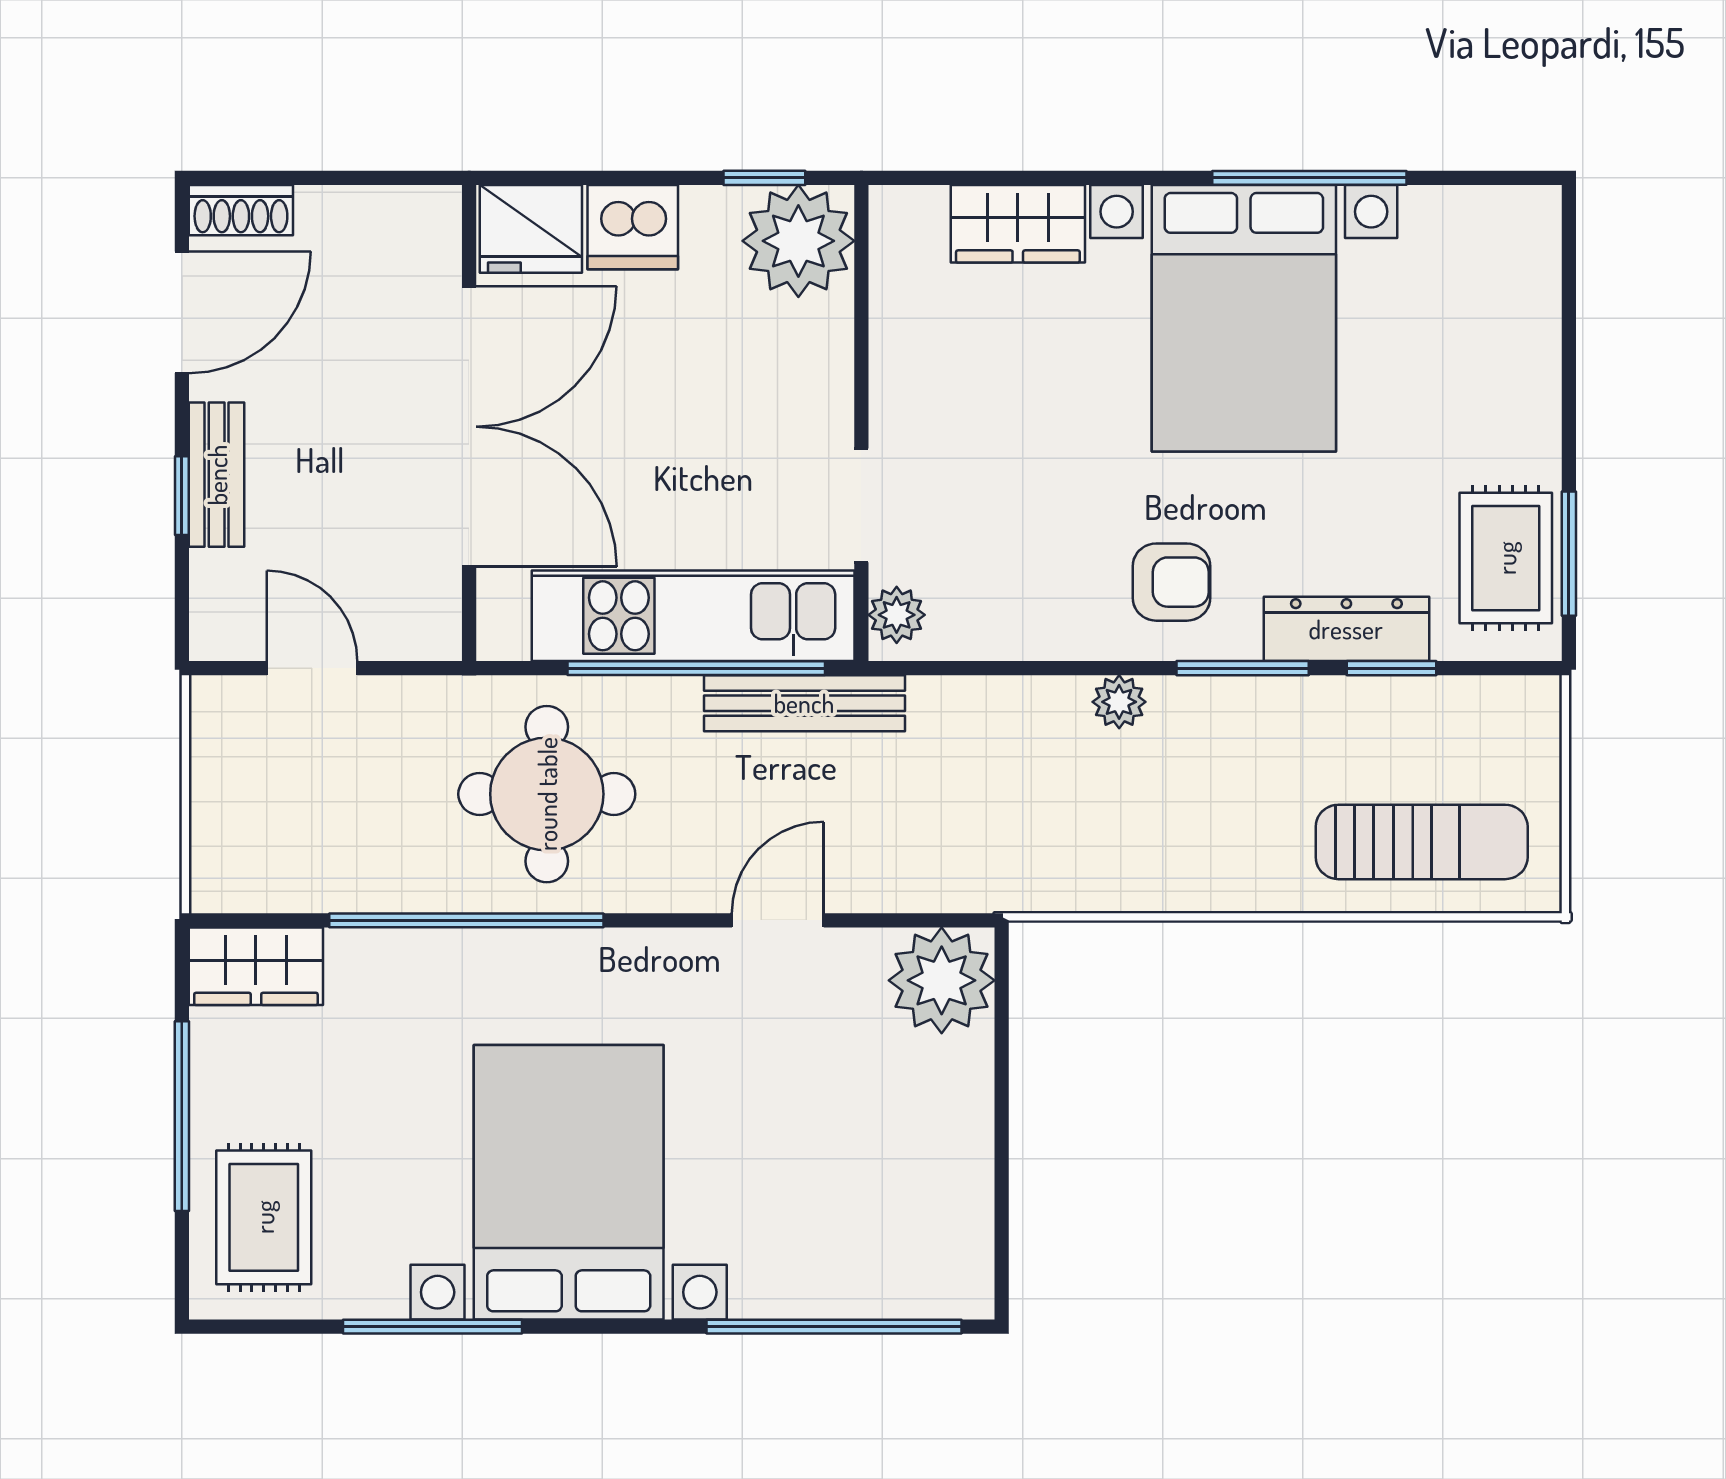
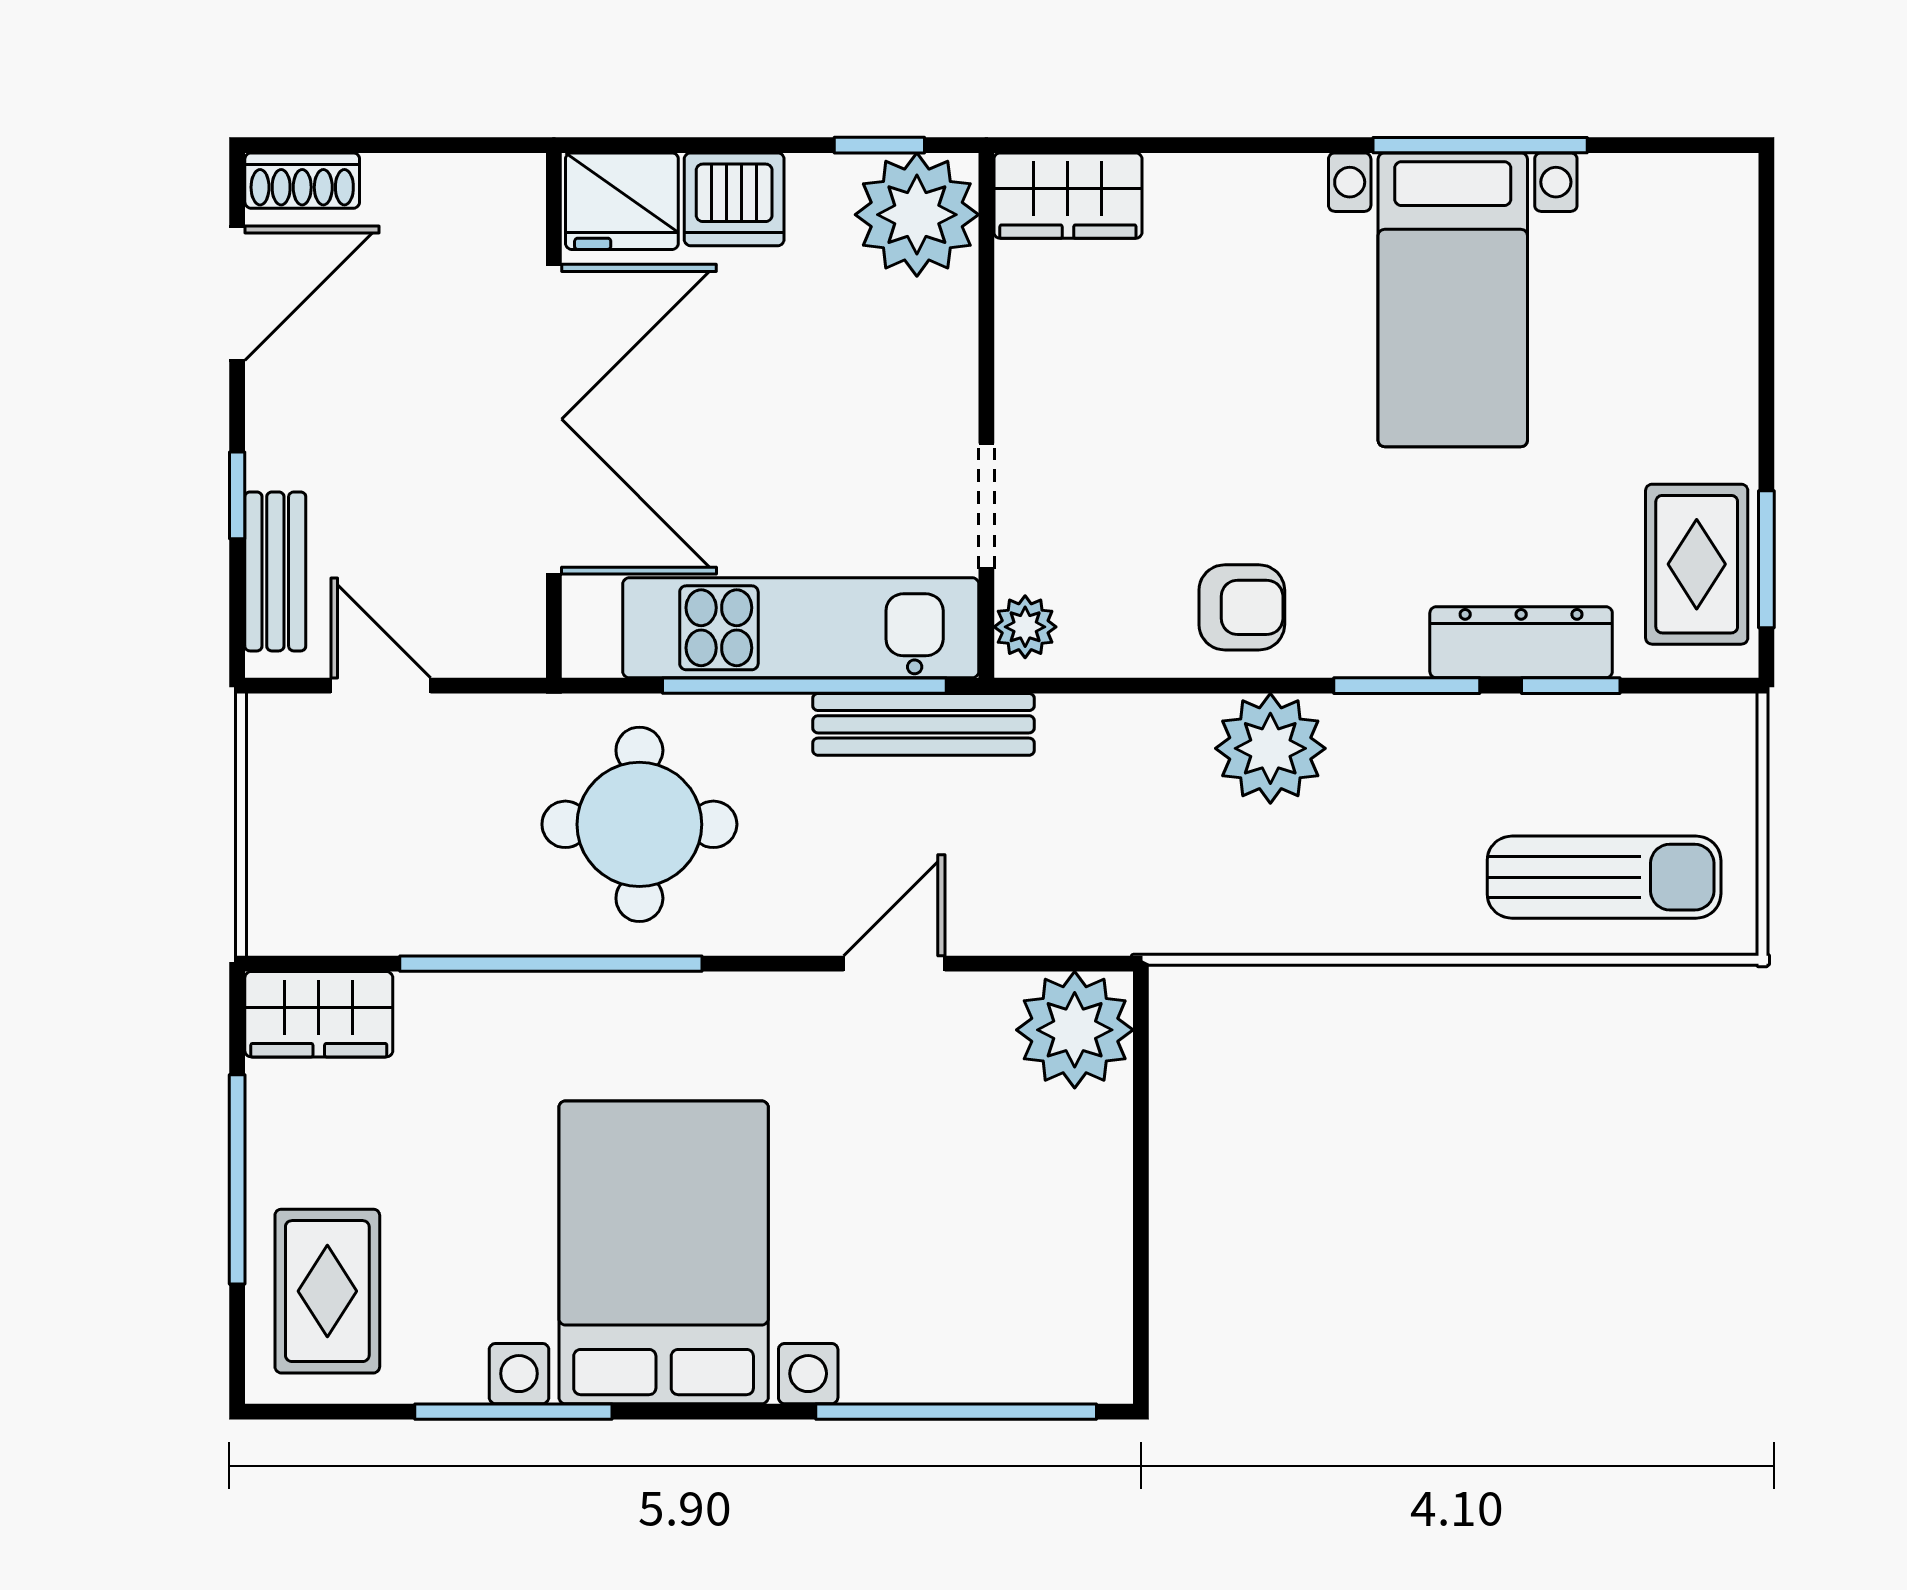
wardrobe: (1018, 224) -> (1068, 196), moved
bed with nightstands: (1244, 318) -> (1453, 300), width x0.73
bench: (217, 475) -> (275, 571), moved
armchair: (1171, 582) -> (1242, 607), moved
plant: (1119, 702) -> (1270, 748), width x1.87, depth x1.87

